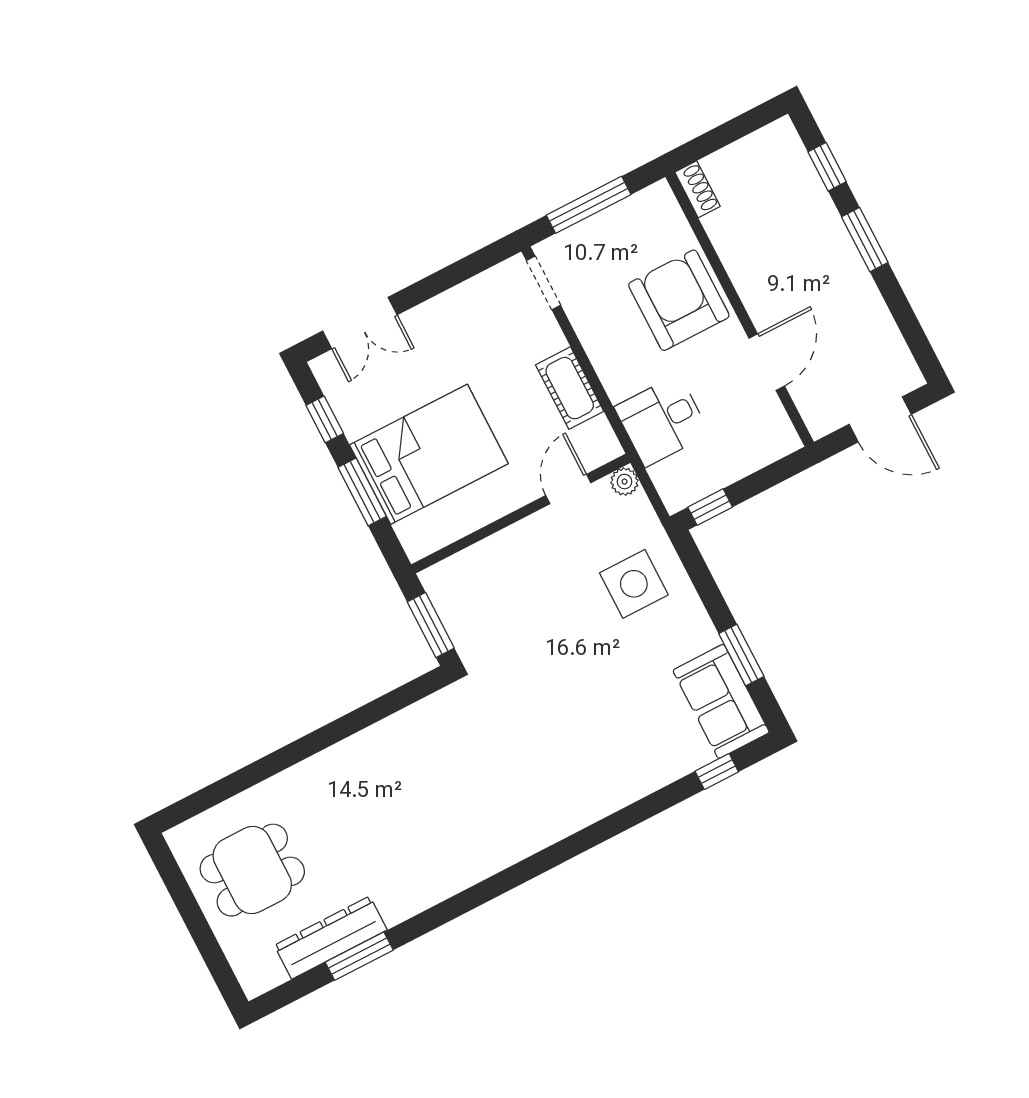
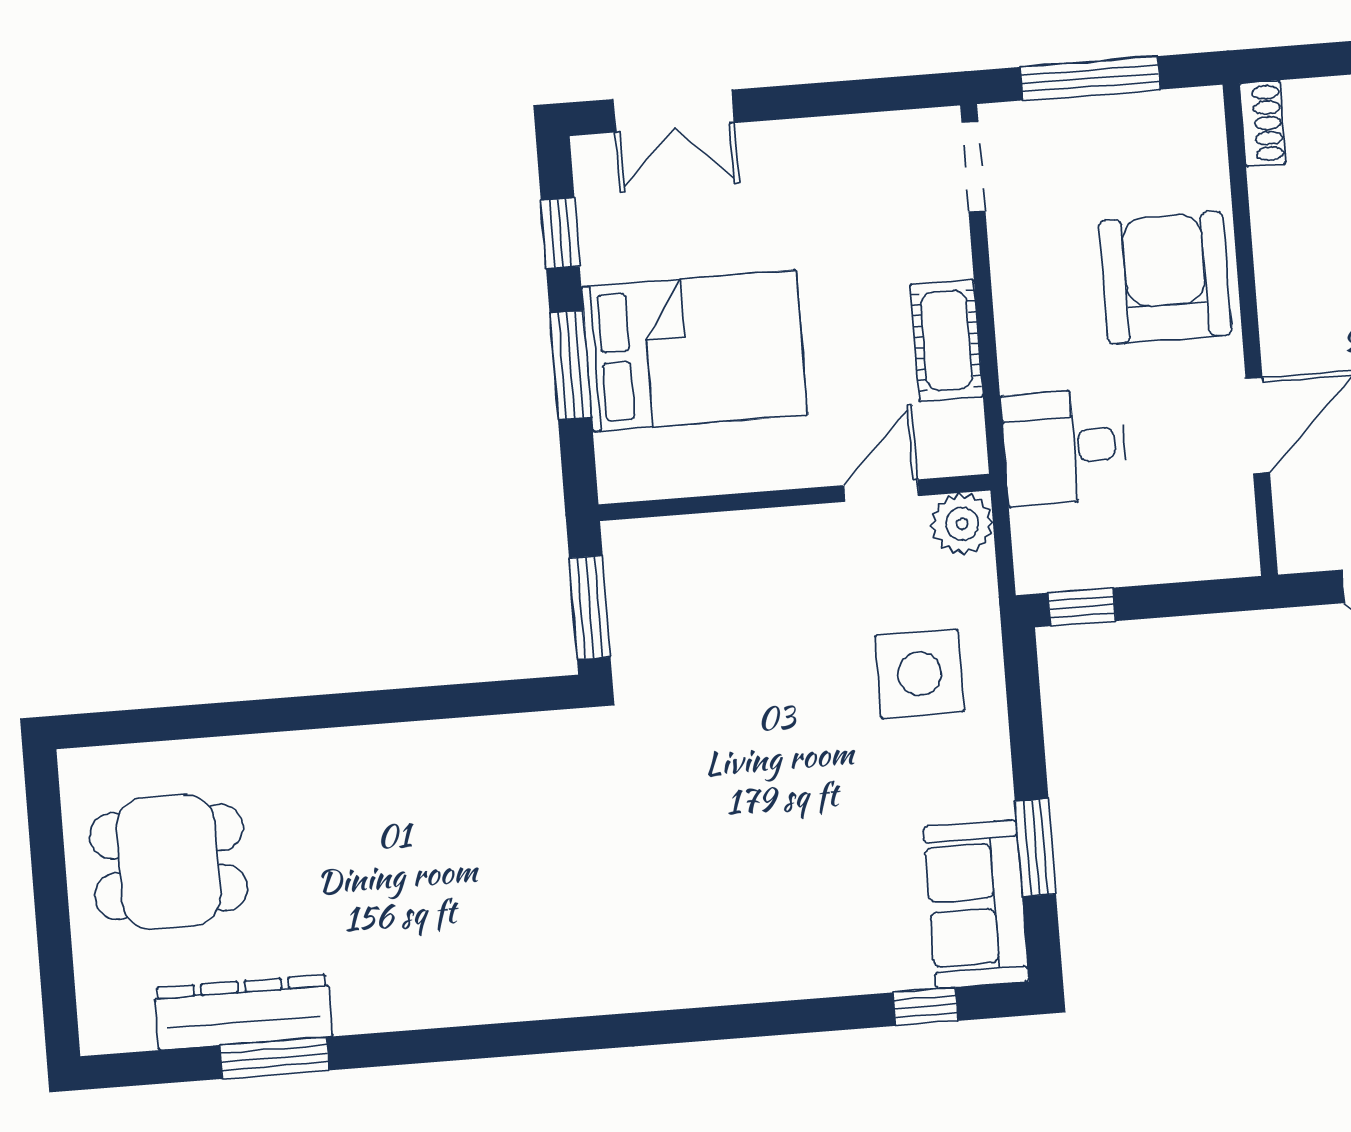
plant: (624, 482) -> (962, 524), width x1.38, depth x1.38

